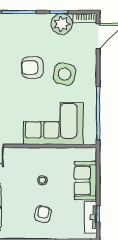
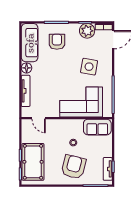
armchair: (32, 67) -> (57, 42), moved, turned 90
sofa: (86, 181) -> (97, 127), moved, turned -90
armchair: (43, 214) -> (74, 167), width x1.88, depth x1.88

